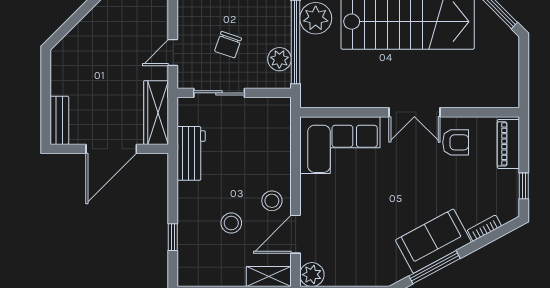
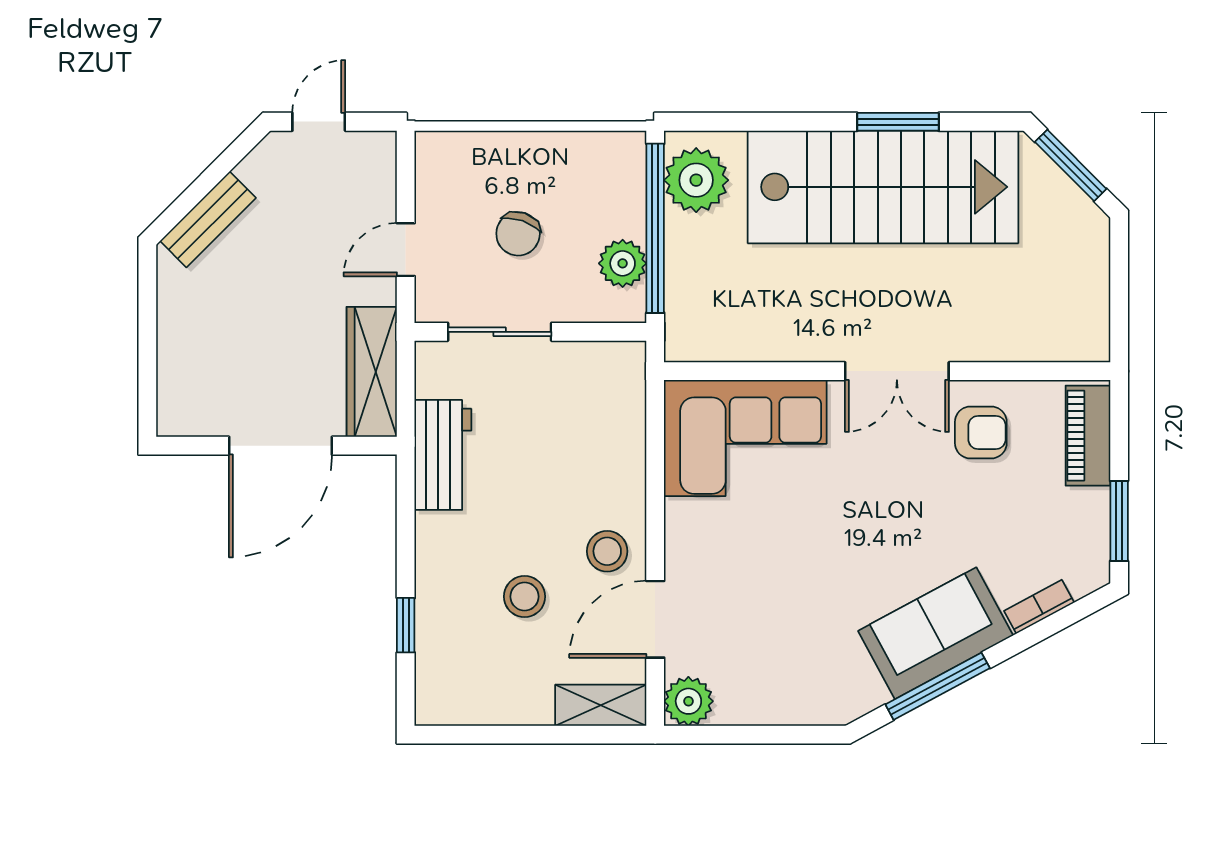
bench: (59, 120) -> (208, 219), moved, turned 45
window: (524, 186) -> (1119, 521), width x1.50

